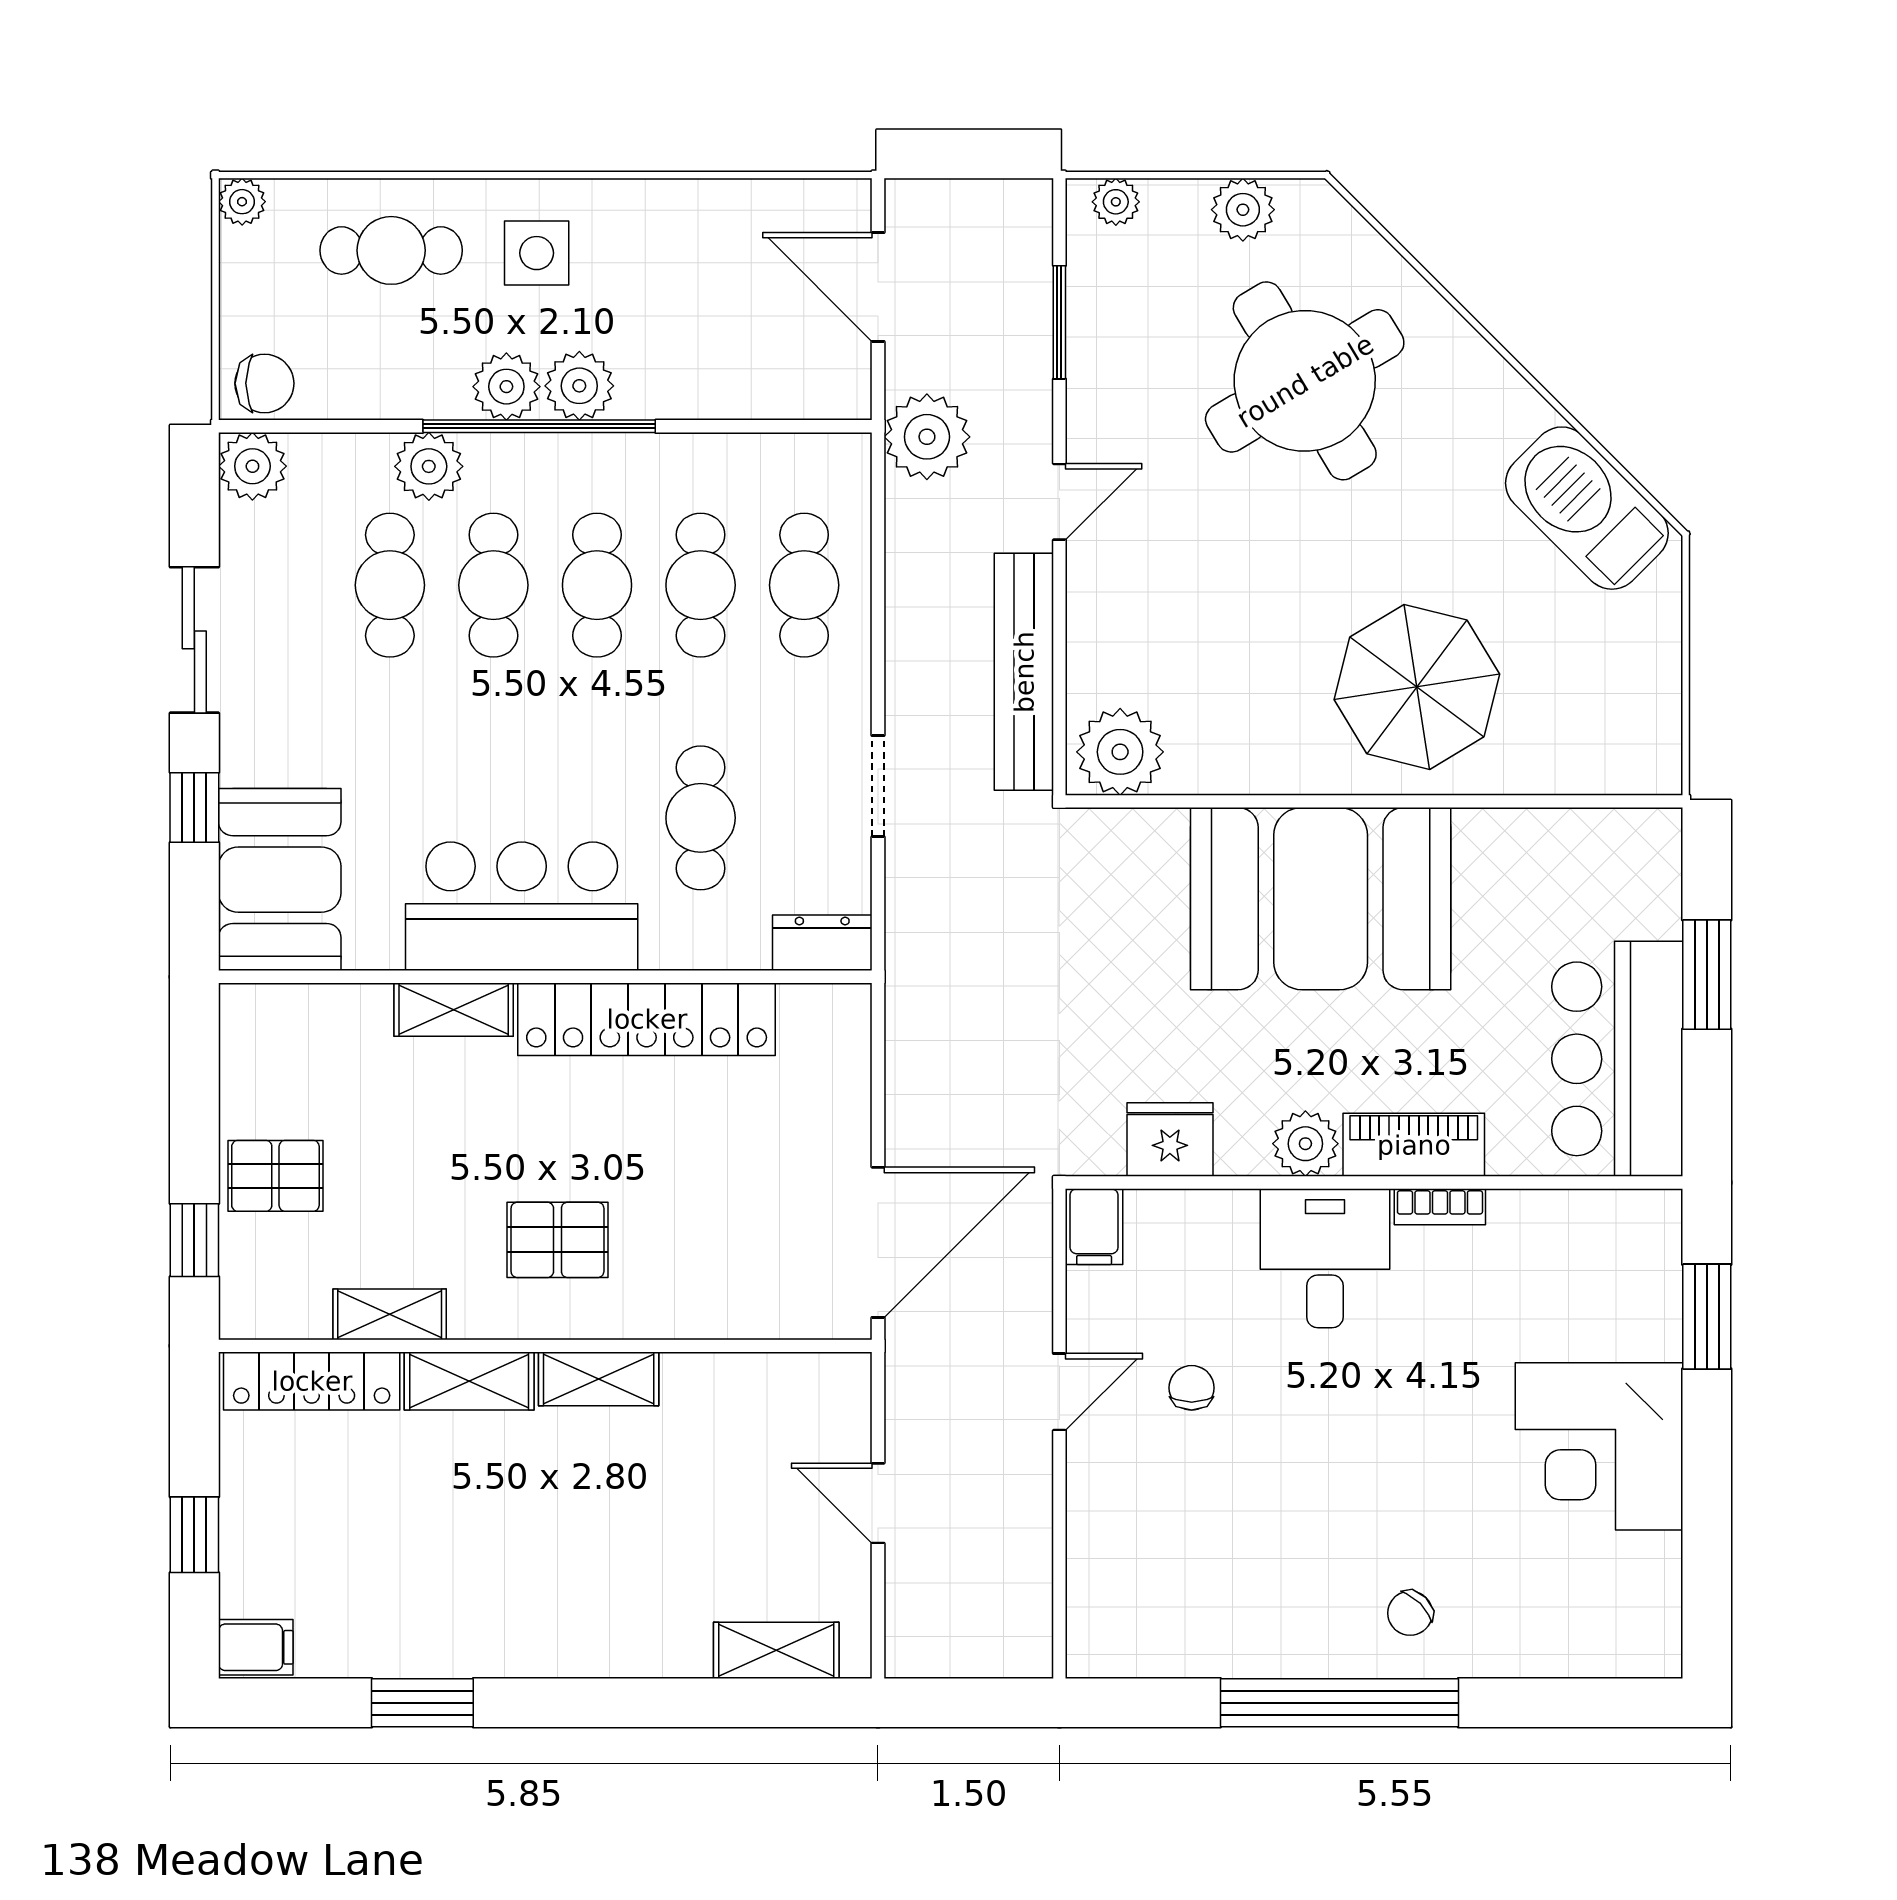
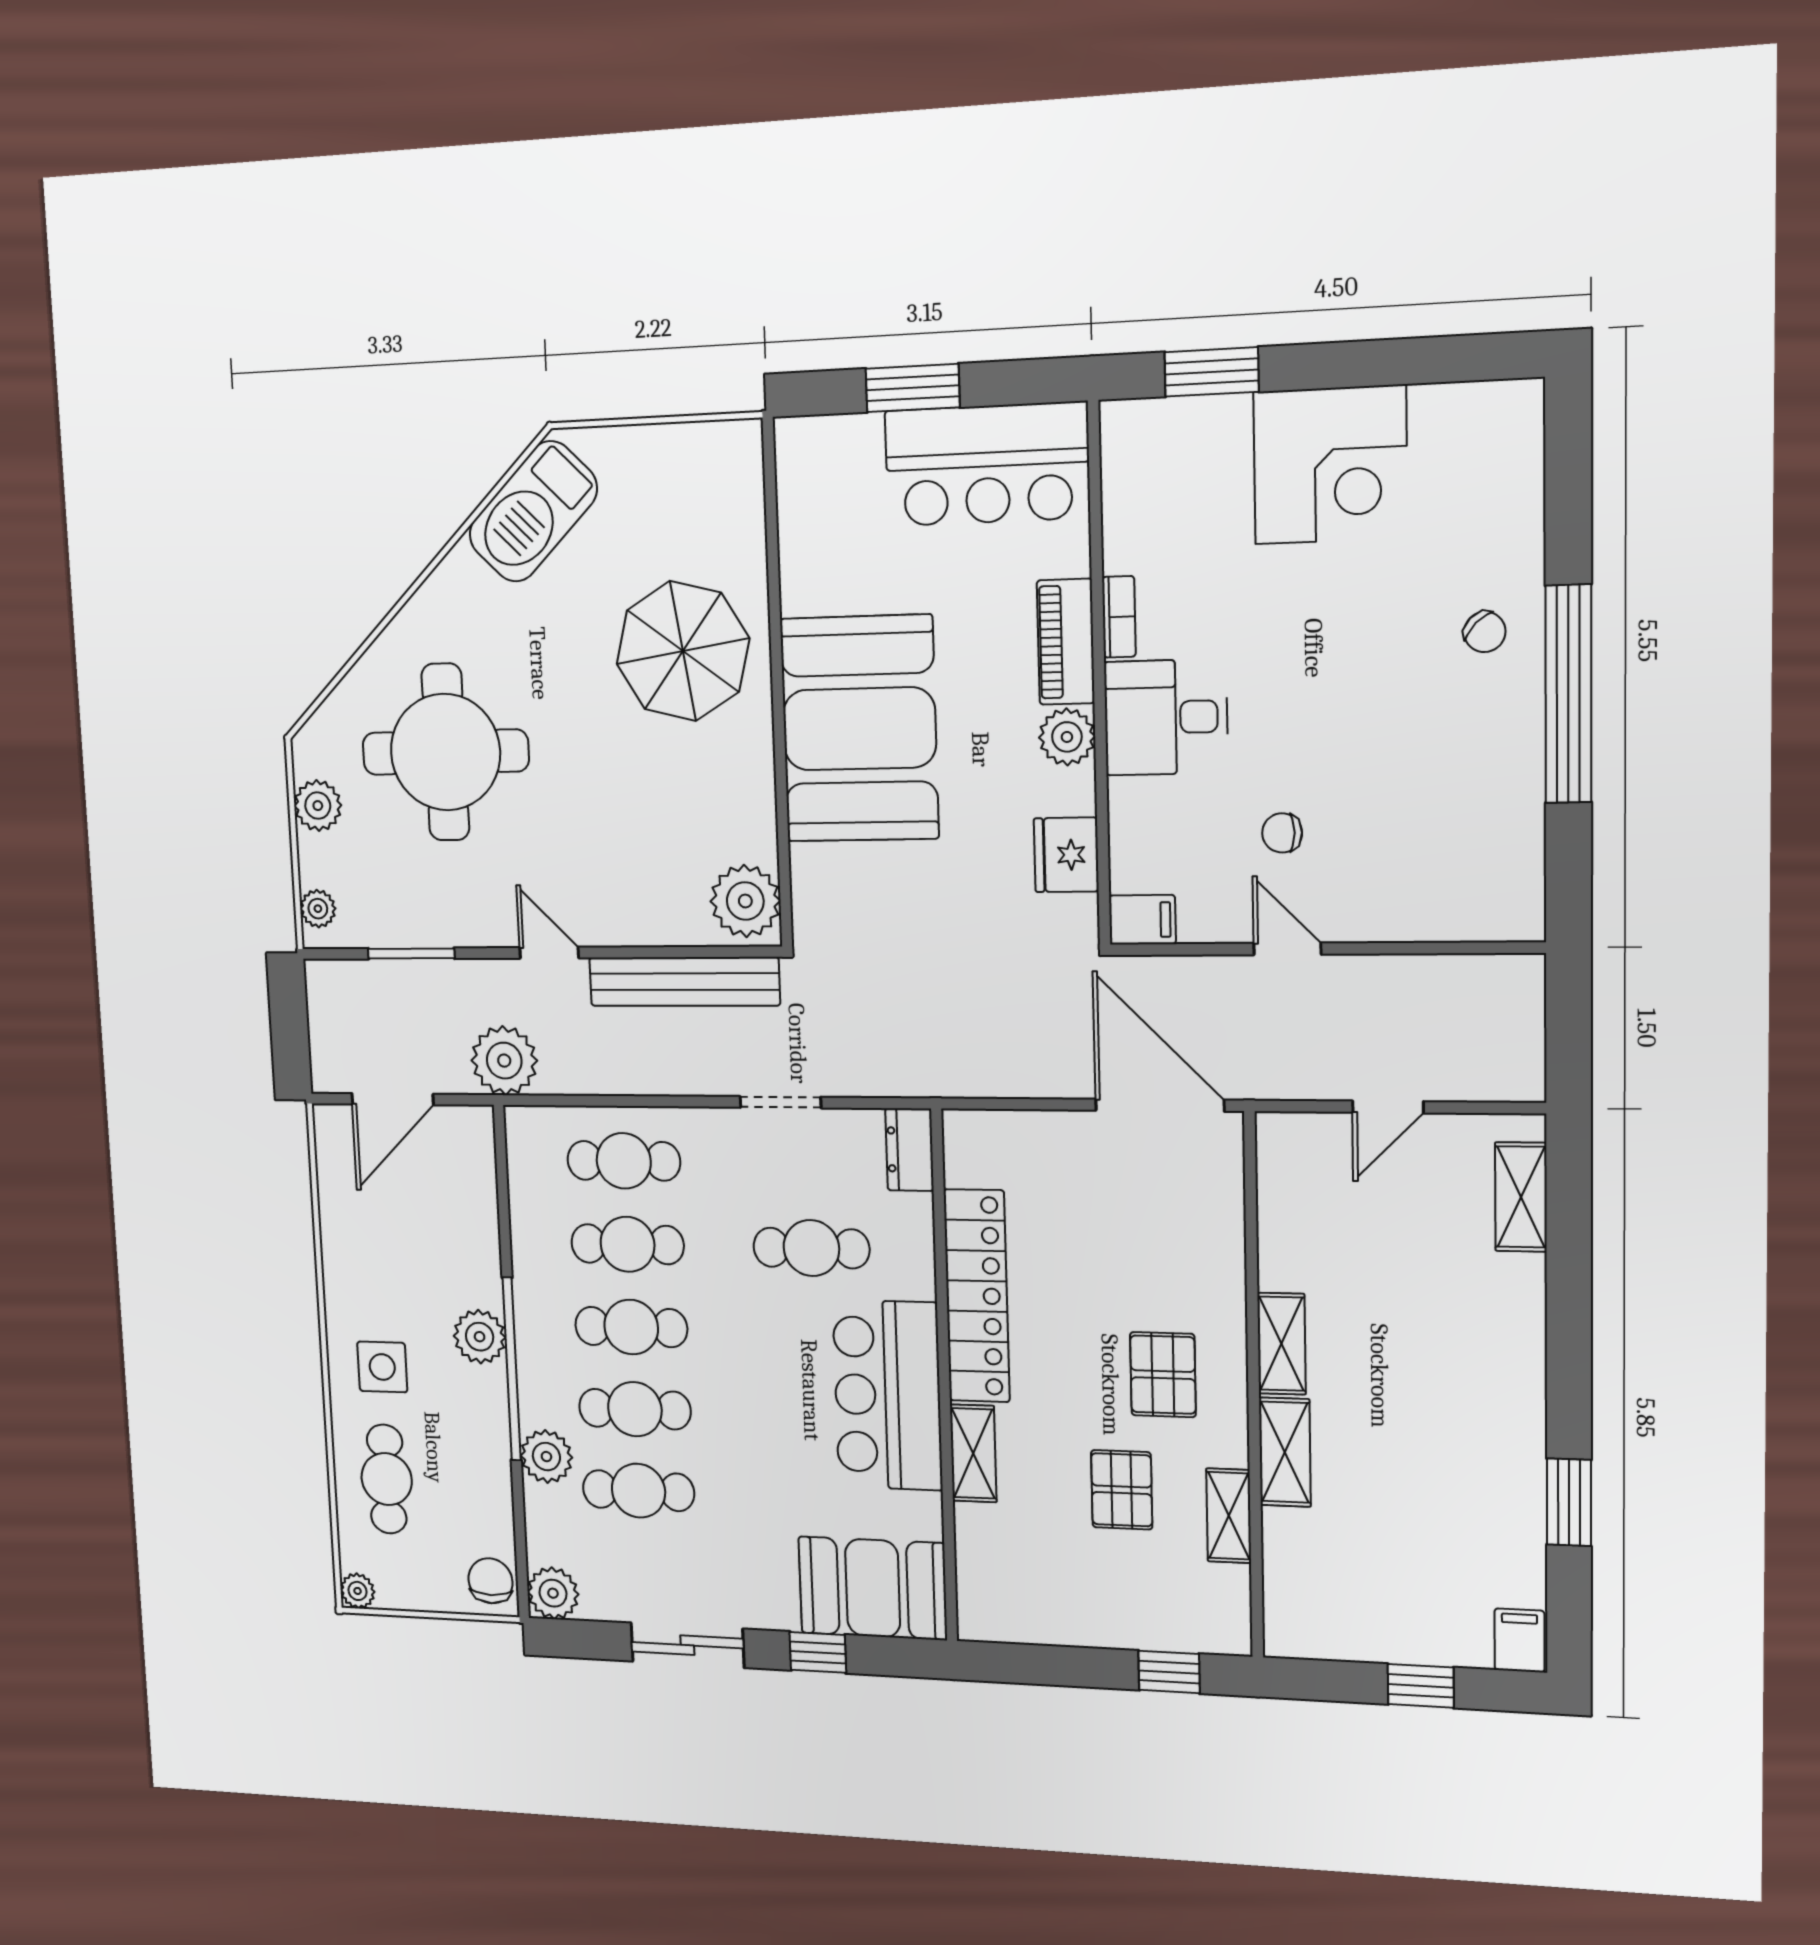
round table: (1305, 381) -> (445, 752), turned 31
plant: (506, 387) -> (483, 1394), removed
pallet: (275, 1176) -> (1122, 1490), moved
locker: (312, 1381) -> (1287, 1583), removed

